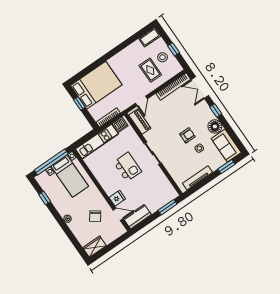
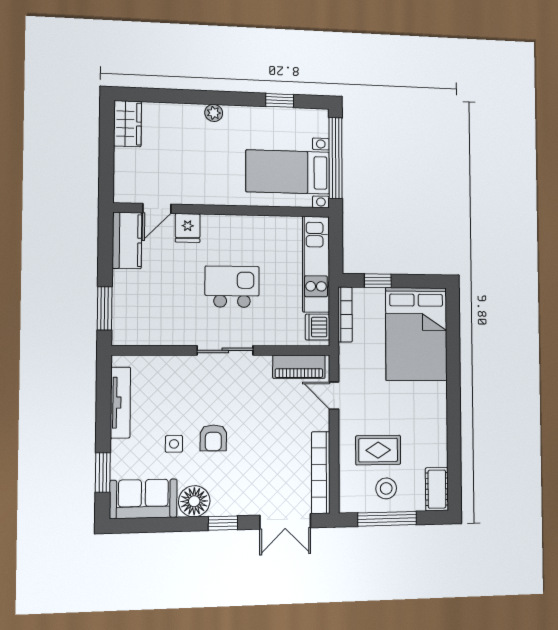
window: (174, 49) -> (387, 519), width x2.17
double door: (200, 88) -> (285, 521), swing flipped
window: (79, 103) -> (378, 281), moved
kitchen island: (127, 167) -> (232, 287), turned 180
chair: (95, 216) -> (183, 165), removed

